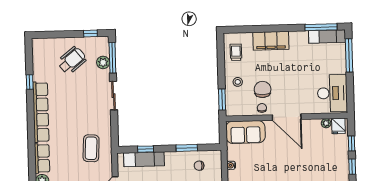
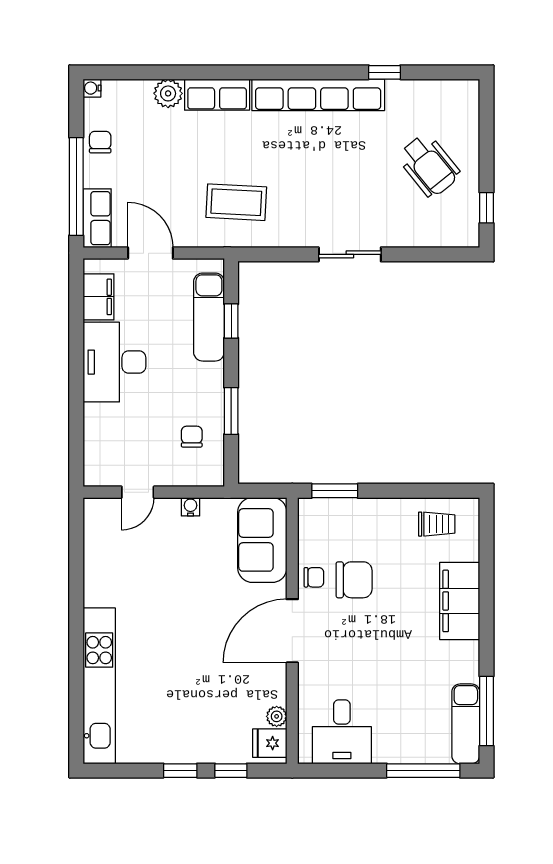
window: (112, 58) -> (433, 254), removed
plant: (103, 62) -> (423, 234), removed
stool: (238, 82) -> (372, 526), removed
desk: (332, 93) -> (342, 732), width x0.73

